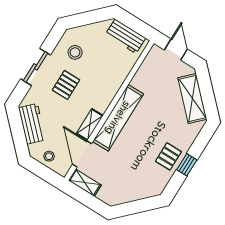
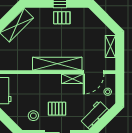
shelving: (85, 183) -> (110, 46), moved

